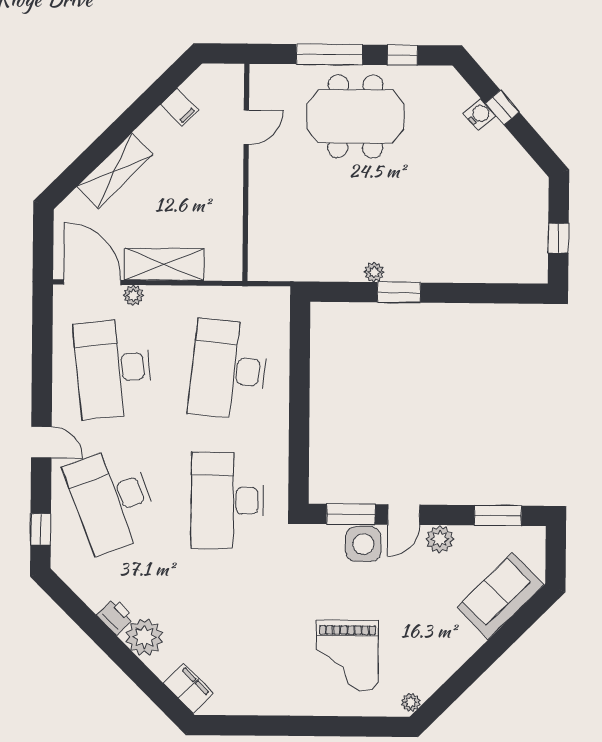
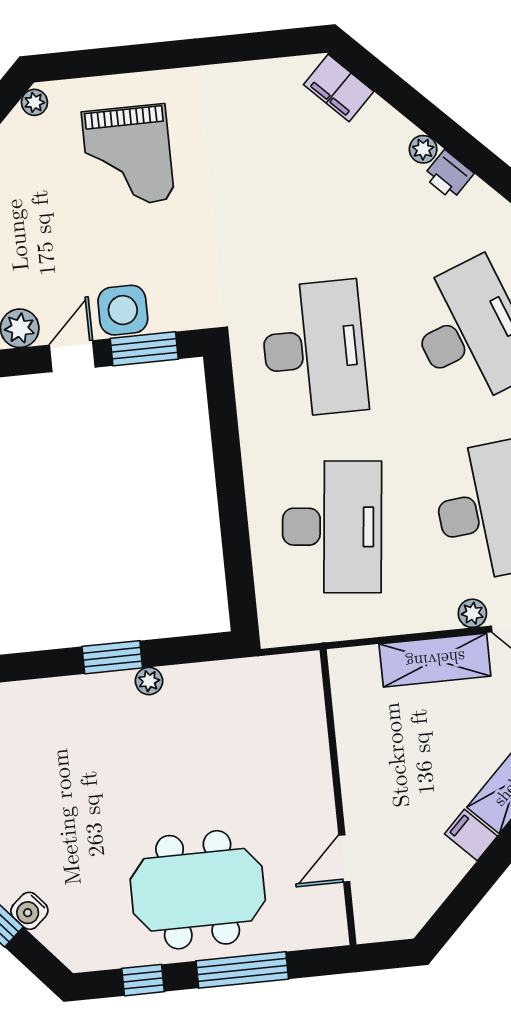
filing cabinet: (180, 107) -> (471, 835), moved
plant: (144, 637) -> (423, 149), width x0.53, depth x0.53
grand piano: (347, 656) -> (128, 156), turned 180

